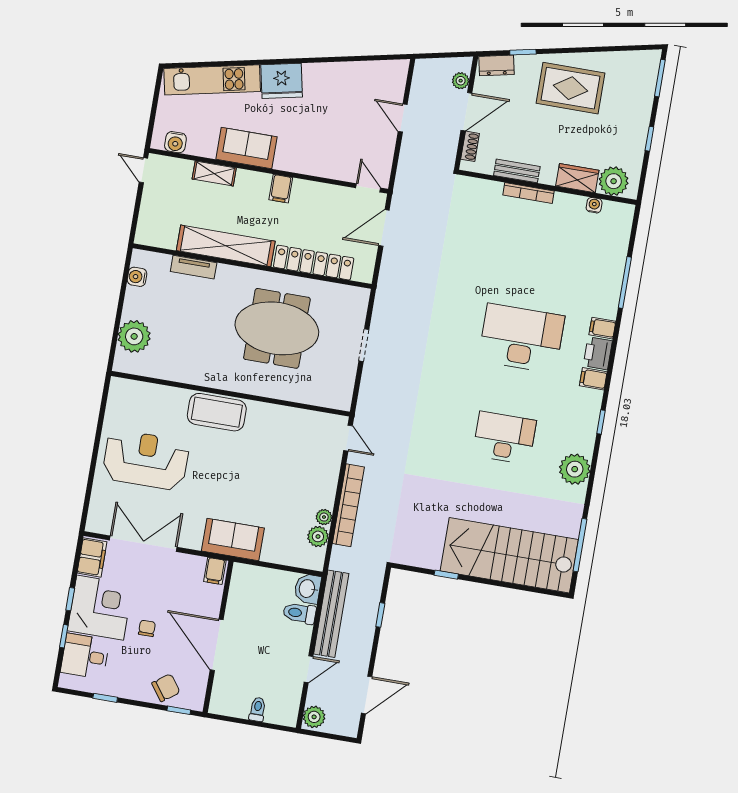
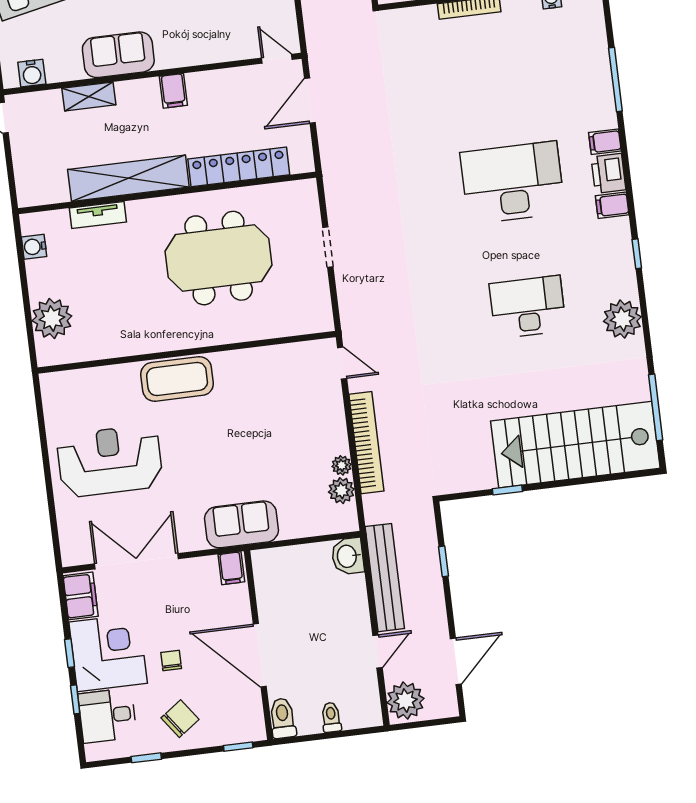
toilet: (299, 613) -> (283, 718), moved, turned 90
chair: (166, 688) -> (180, 719), moved
plant: (314, 717) -> (405, 701), width x1.36, depth x1.36

